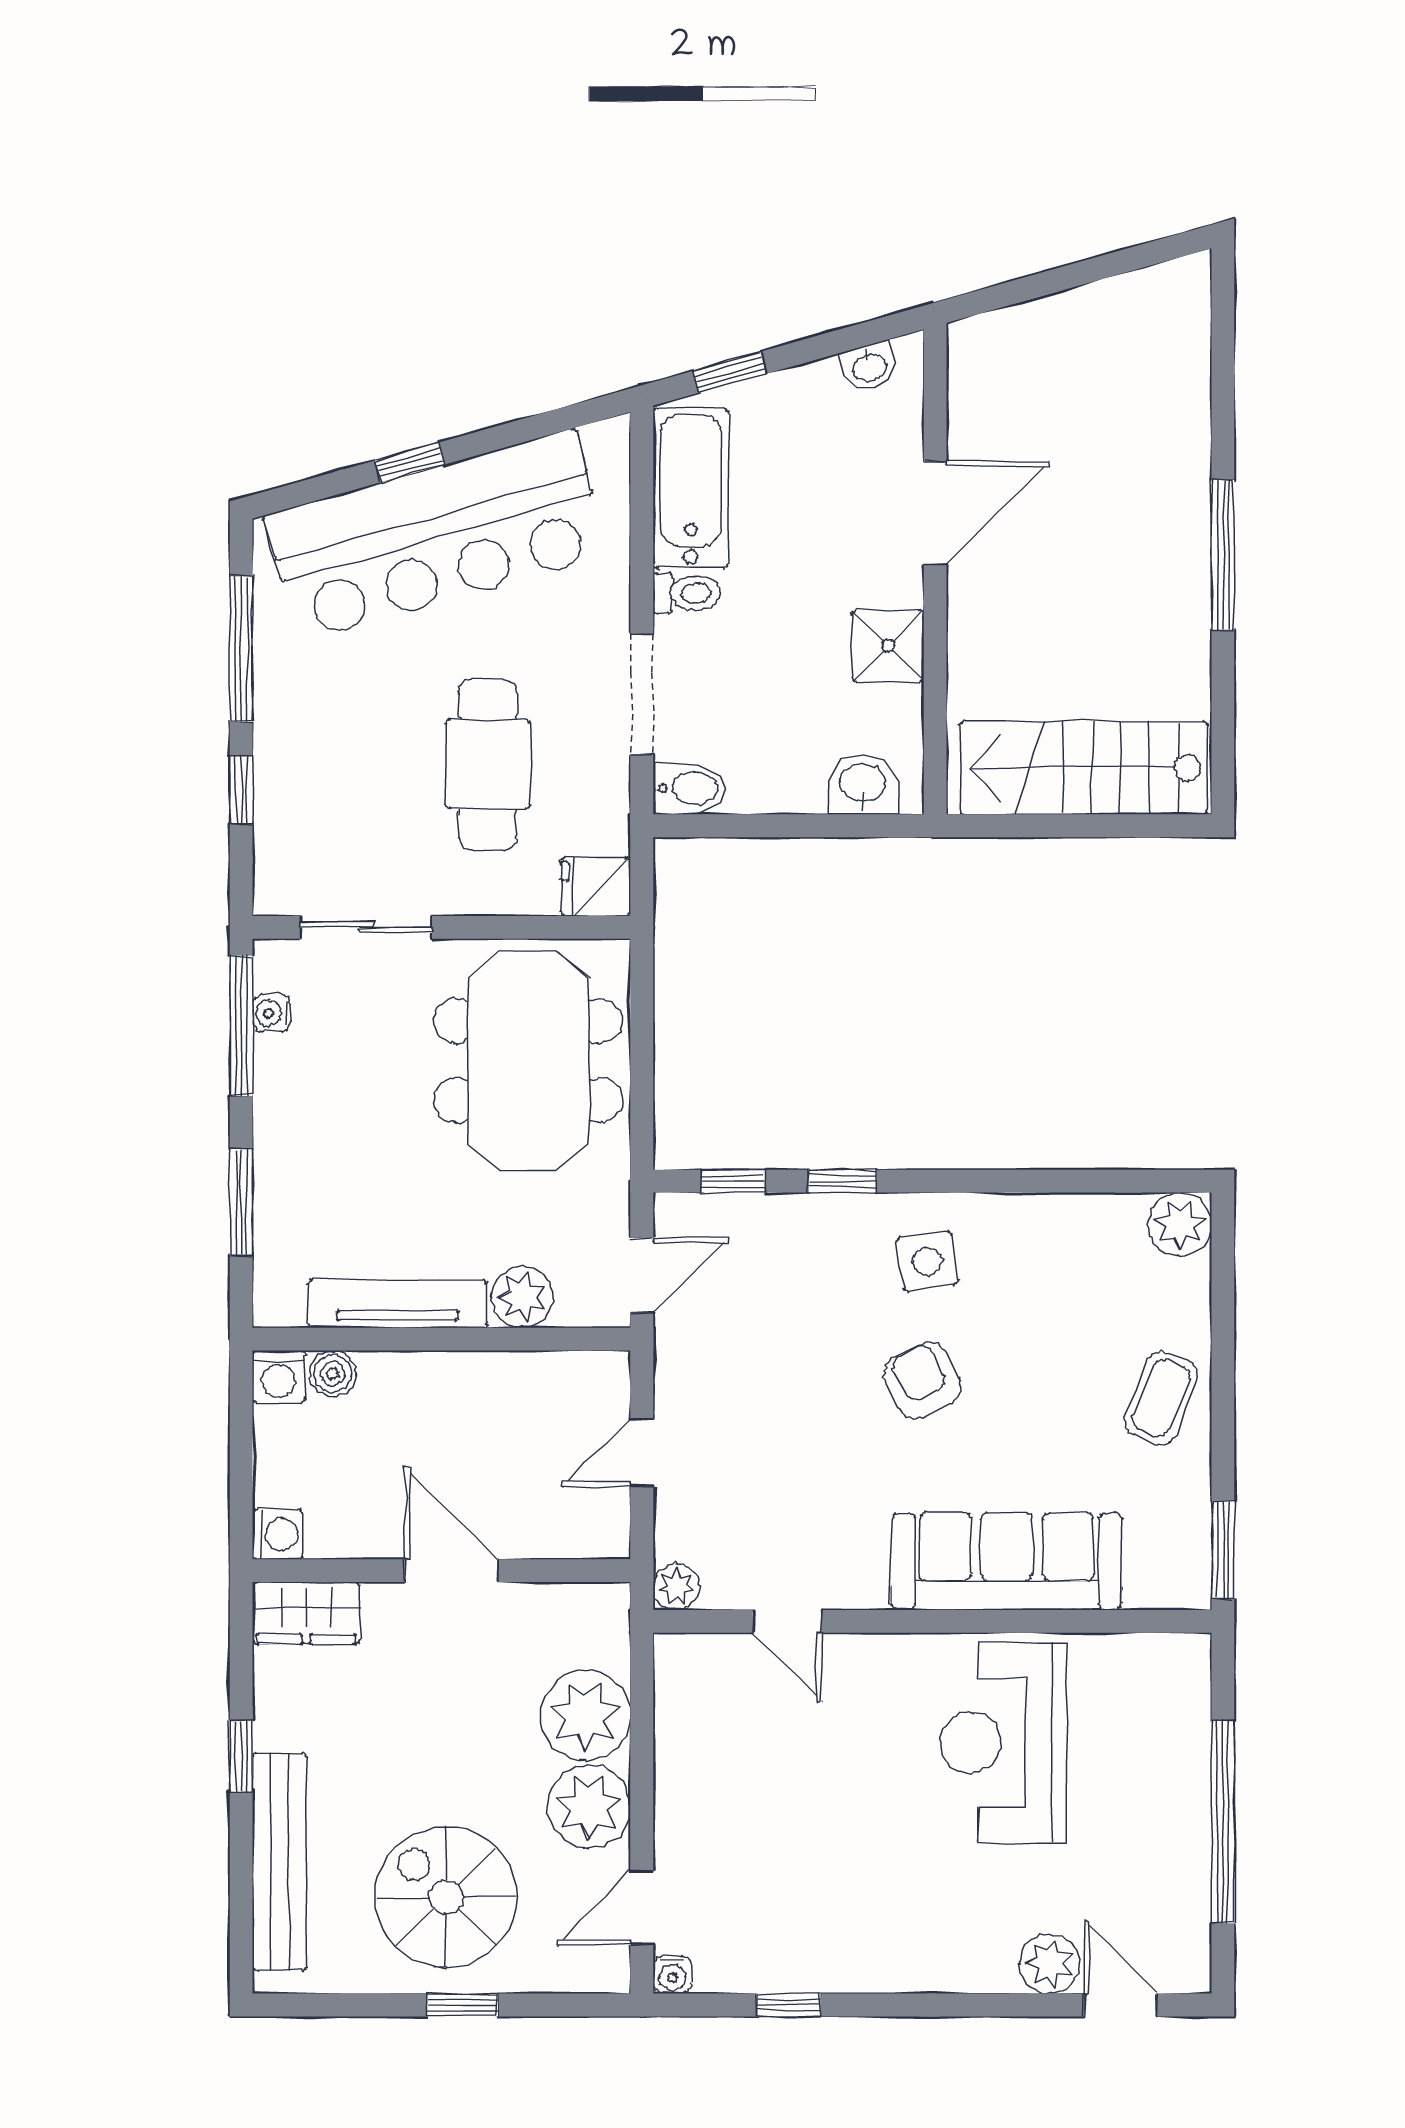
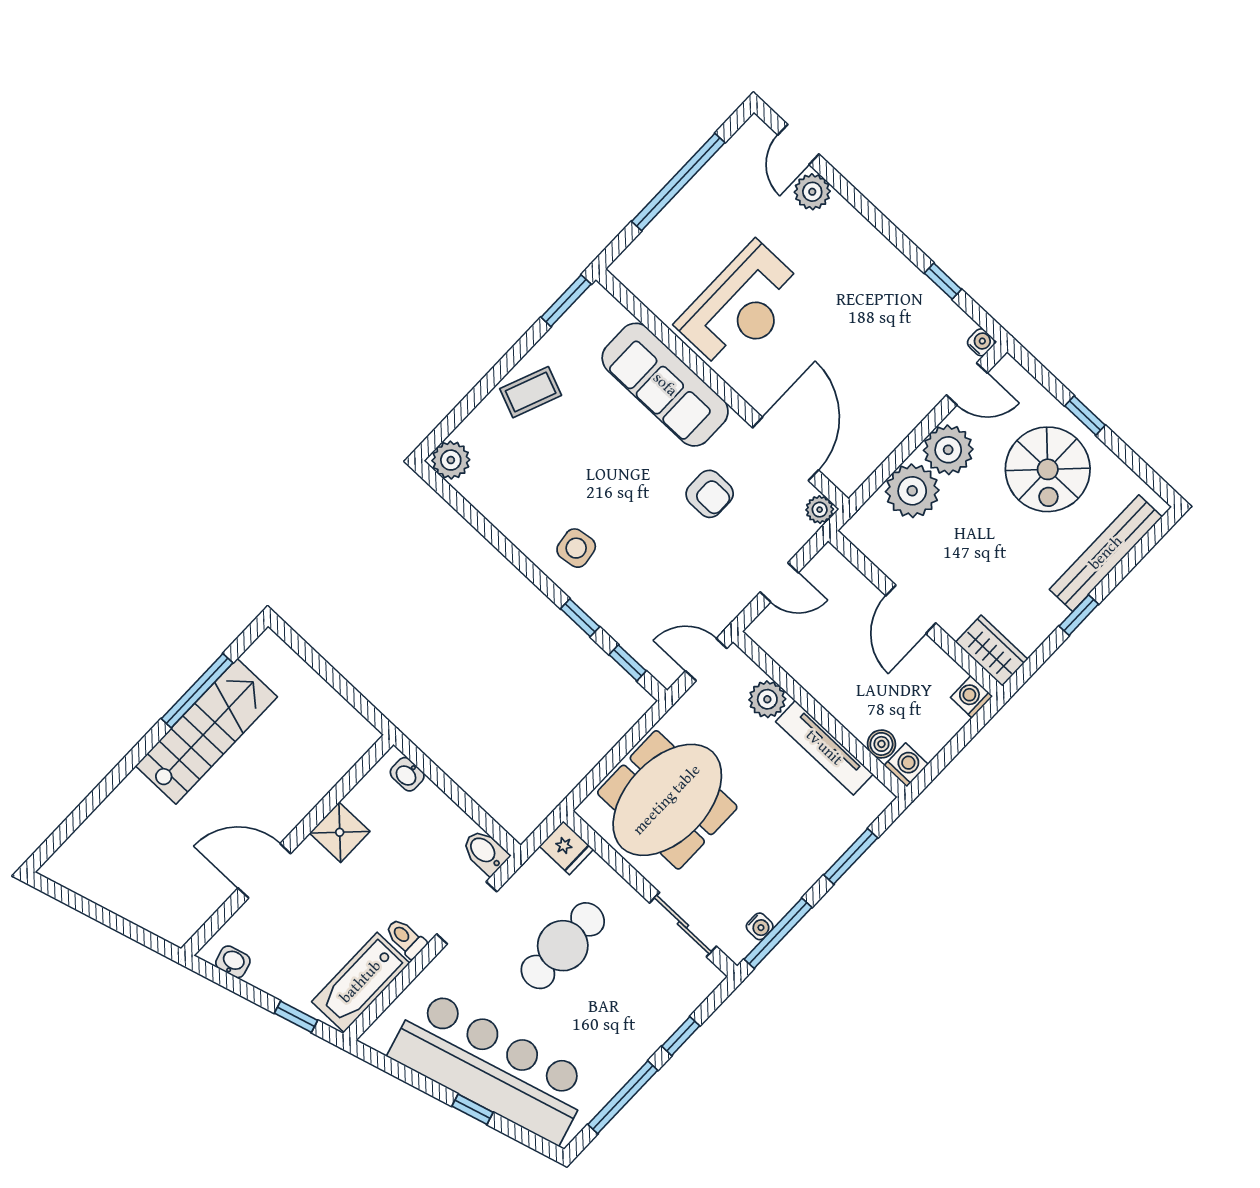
window: (1223, 555) -> (197, 691), moved
stairs: (1084, 768) -> (206, 731), moved, turned -90
washbasin: (863, 784) -> (407, 774), width x0.72, depth x0.69
armchair: (922, 1380) -> (710, 494), moved, turned -63
door: (787, 1621) -> (785, 449), width x1.87

